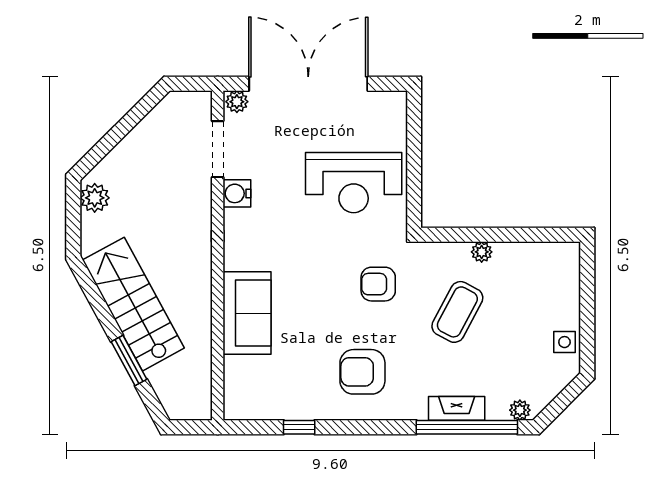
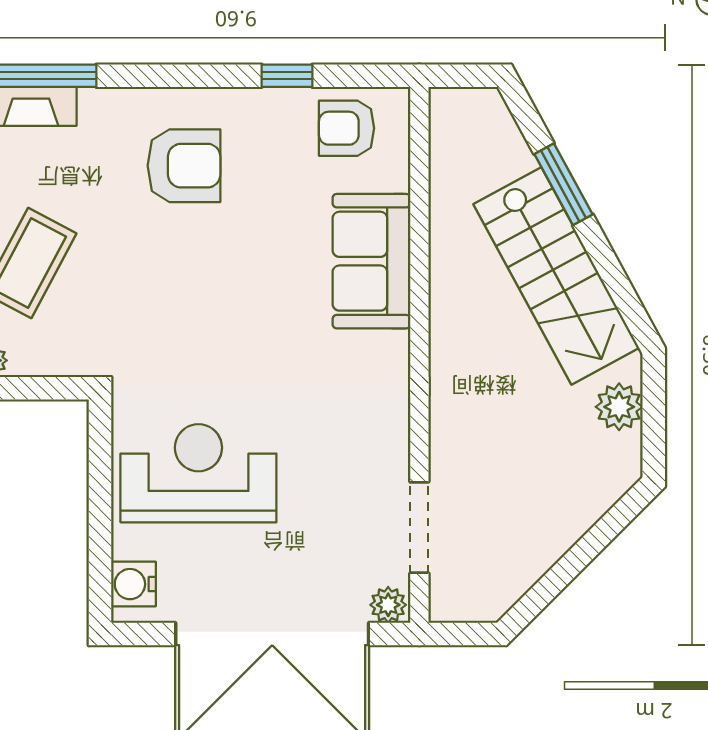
water cooler: (237, 193) -> (133, 584), moved, turned 180
plant: (95, 198) -> (619, 407), moved
armchair: (378, 284) -> (347, 128), moved, turned 180

